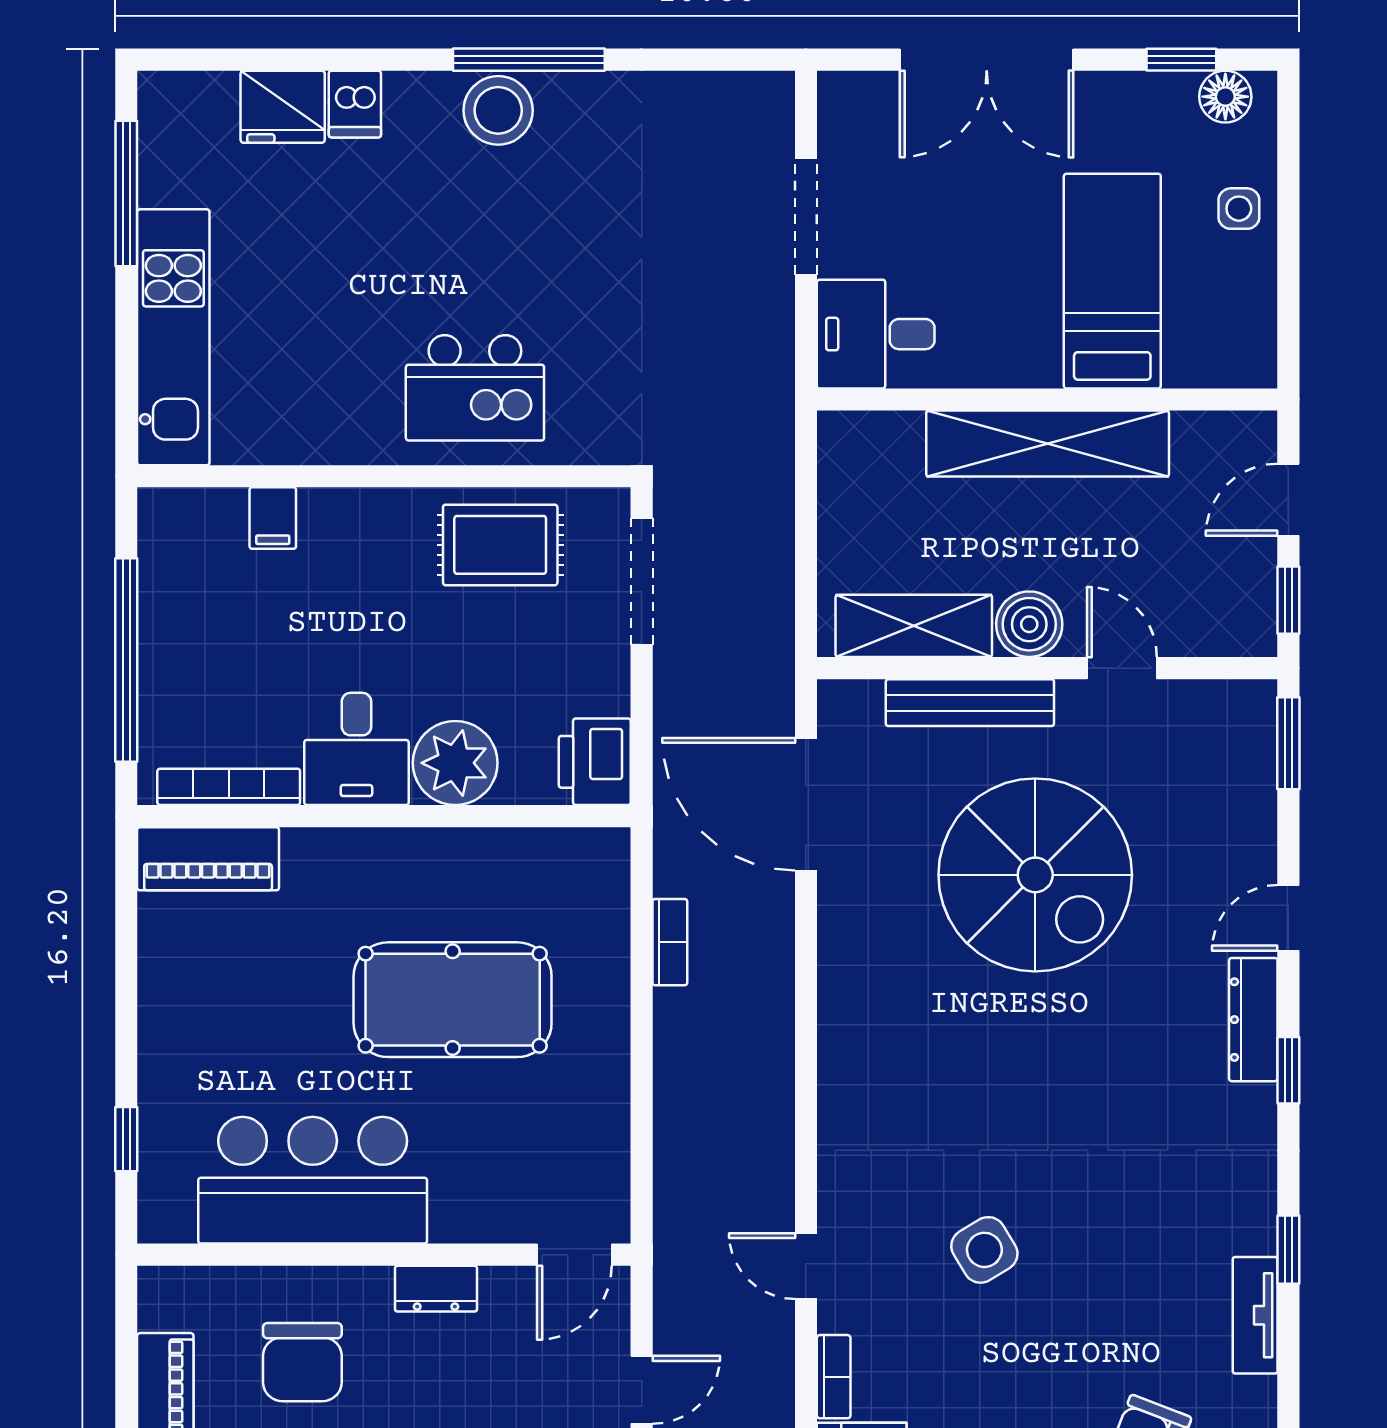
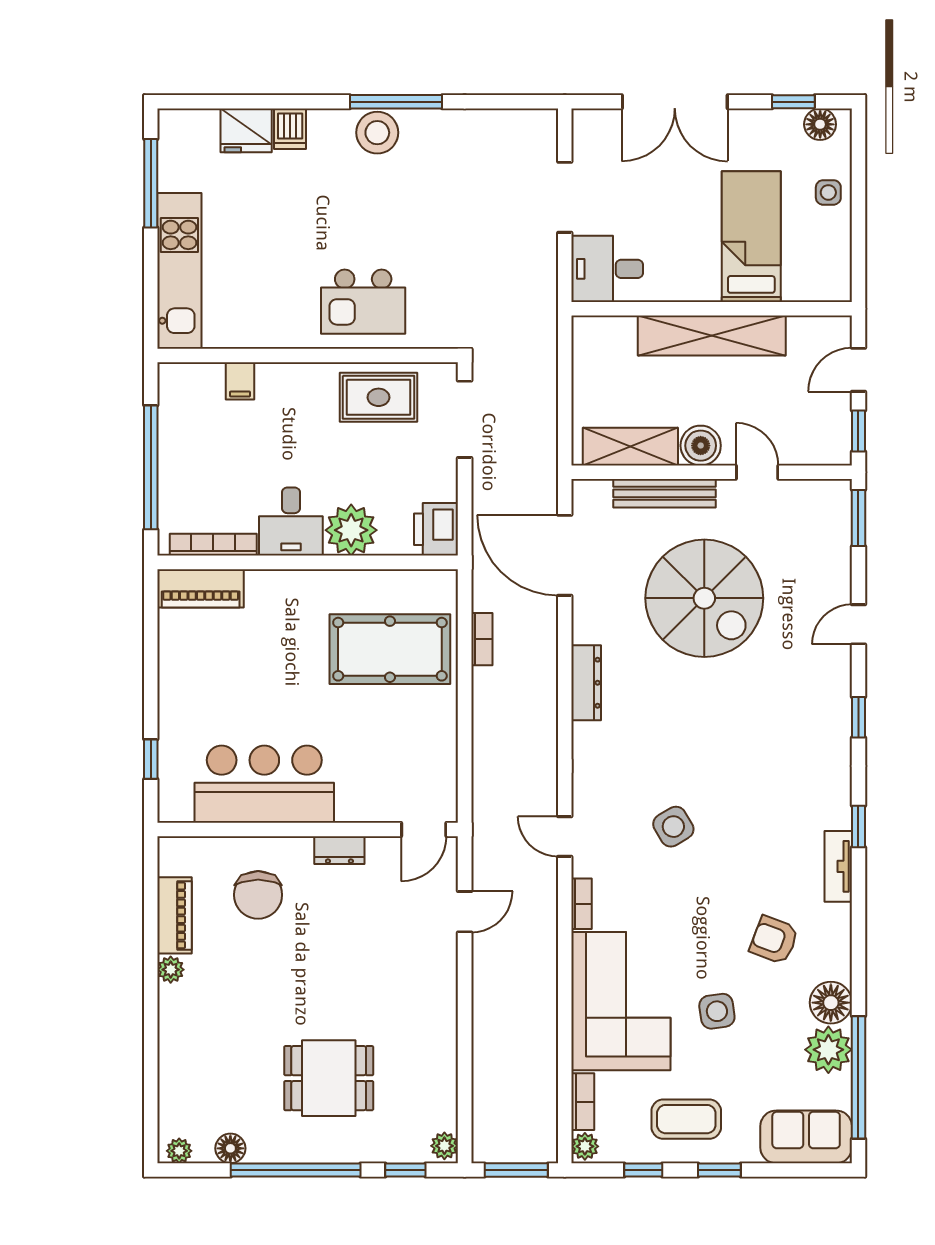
pool table: (453, 1000) -> (390, 649), moved
dresser: (1253, 1020) -> (586, 683), moved, turned 180

